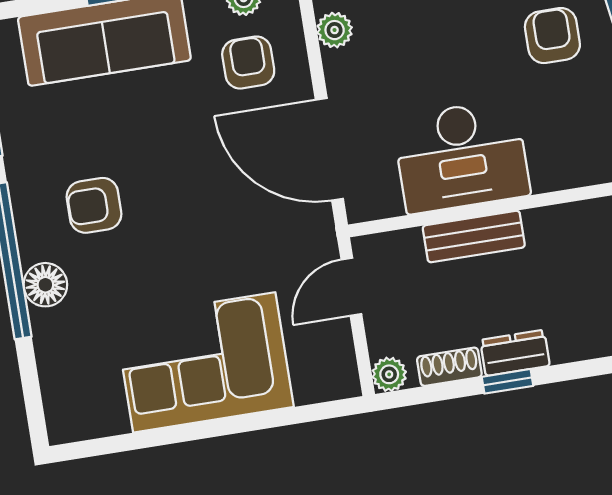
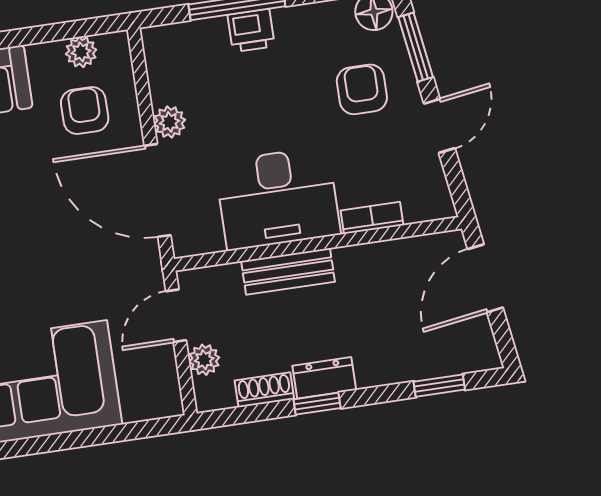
plant: (335, 30) -> (170, 122), moved
bookcase: (565, 176) -> (372, 218), added
plant: (389, 374) -> (204, 360), moved

